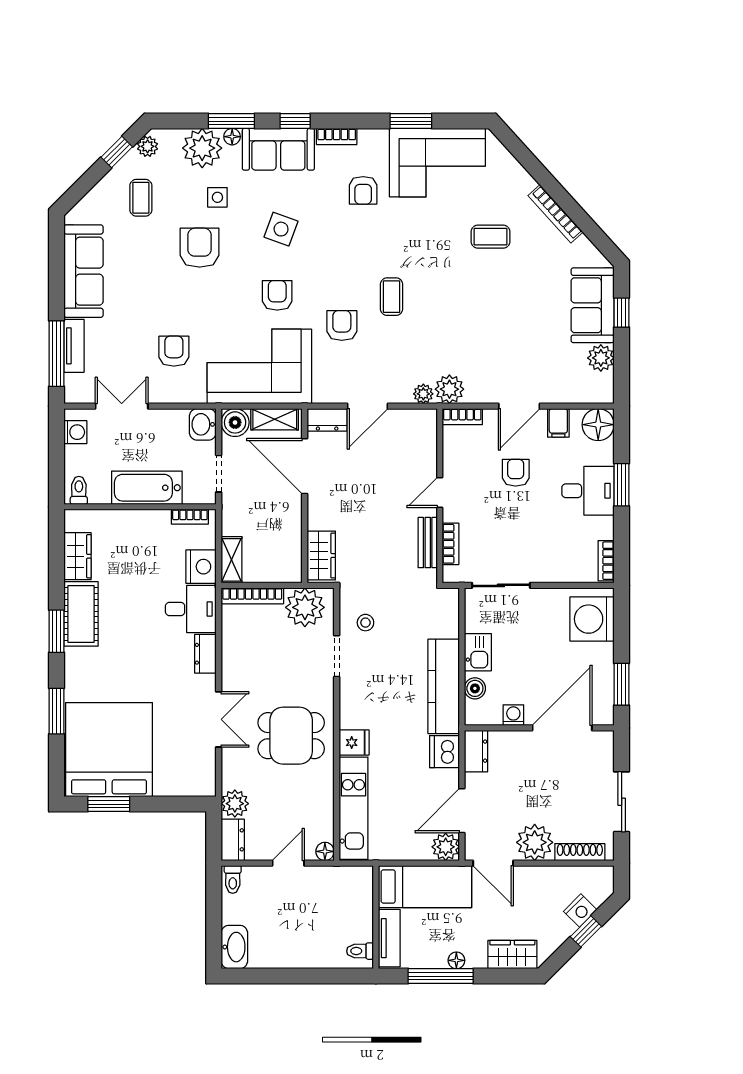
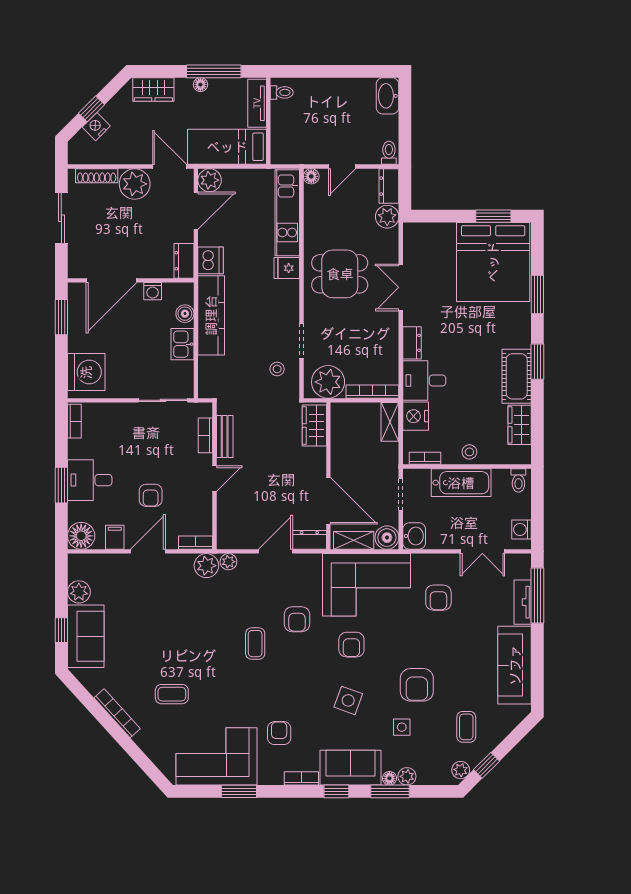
plant: (202, 148) -> (407, 776), width x0.53, depth x0.53
stool: (137, 524) -> (469, 452), added

